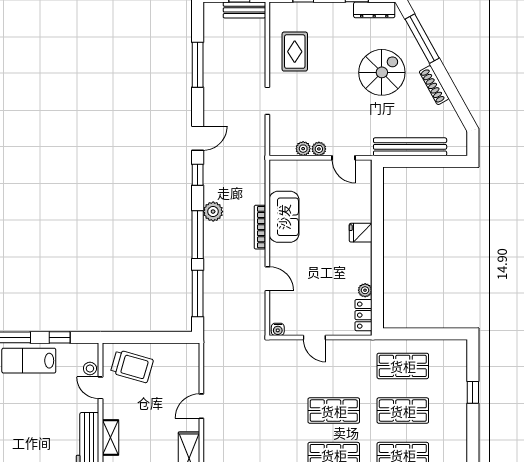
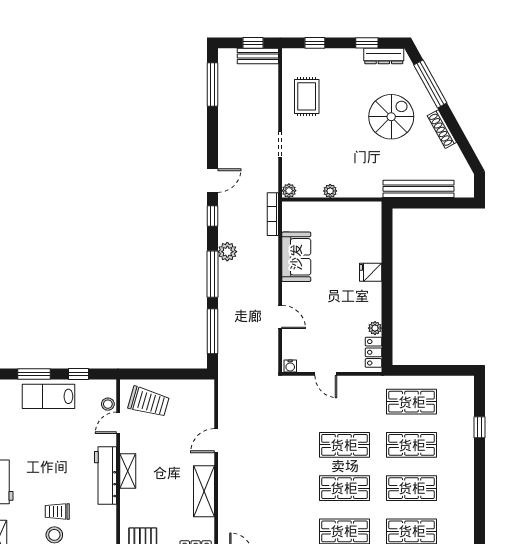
window: (198, 65) -> (212, 85), moved
plant: (303, 149) -> (289, 191), moved
door: (344, 158) -> (354, 200), removed
bookcase: (260, 227) -> (273, 214), moved
door: (101, 388) -> (118, 423), hinge flipped

